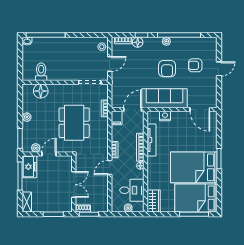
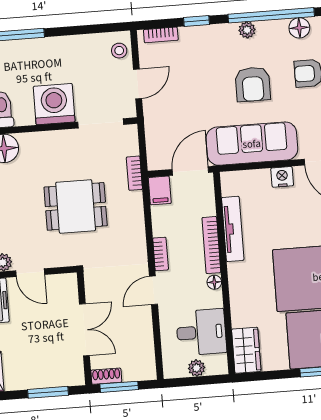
floor lamp: (138, 42) -> (299, 28), moved
washing machine: (67, 71) -> (54, 104), added
nightstand: (165, 116) -> (282, 177), moved
dining table: (74, 123) -> (76, 206), width x0.73
door: (49, 154) -> (30, 273), swing flipped

